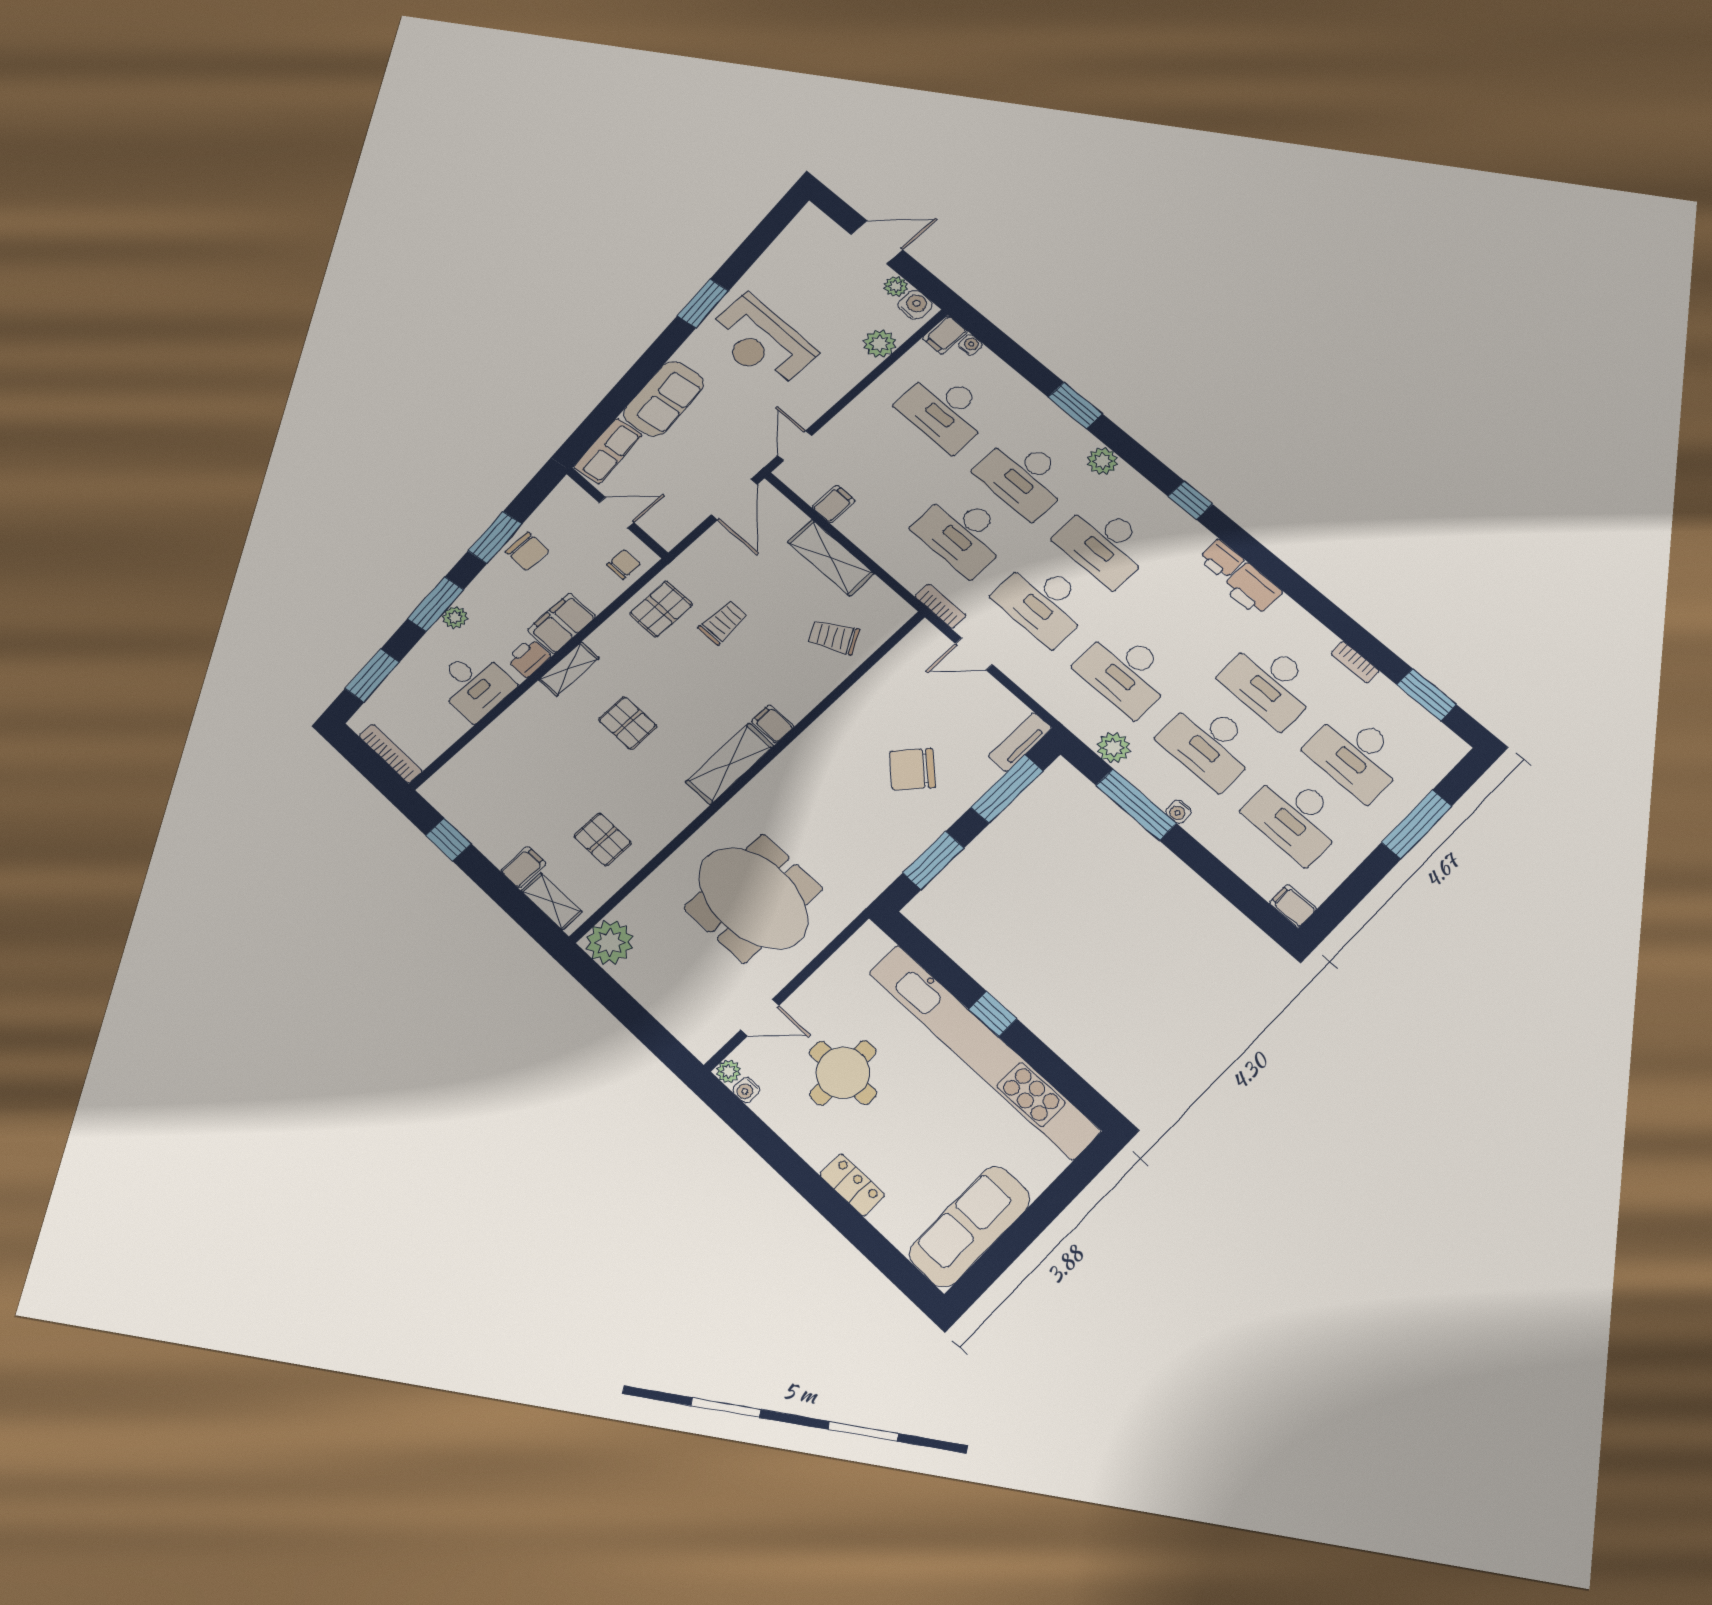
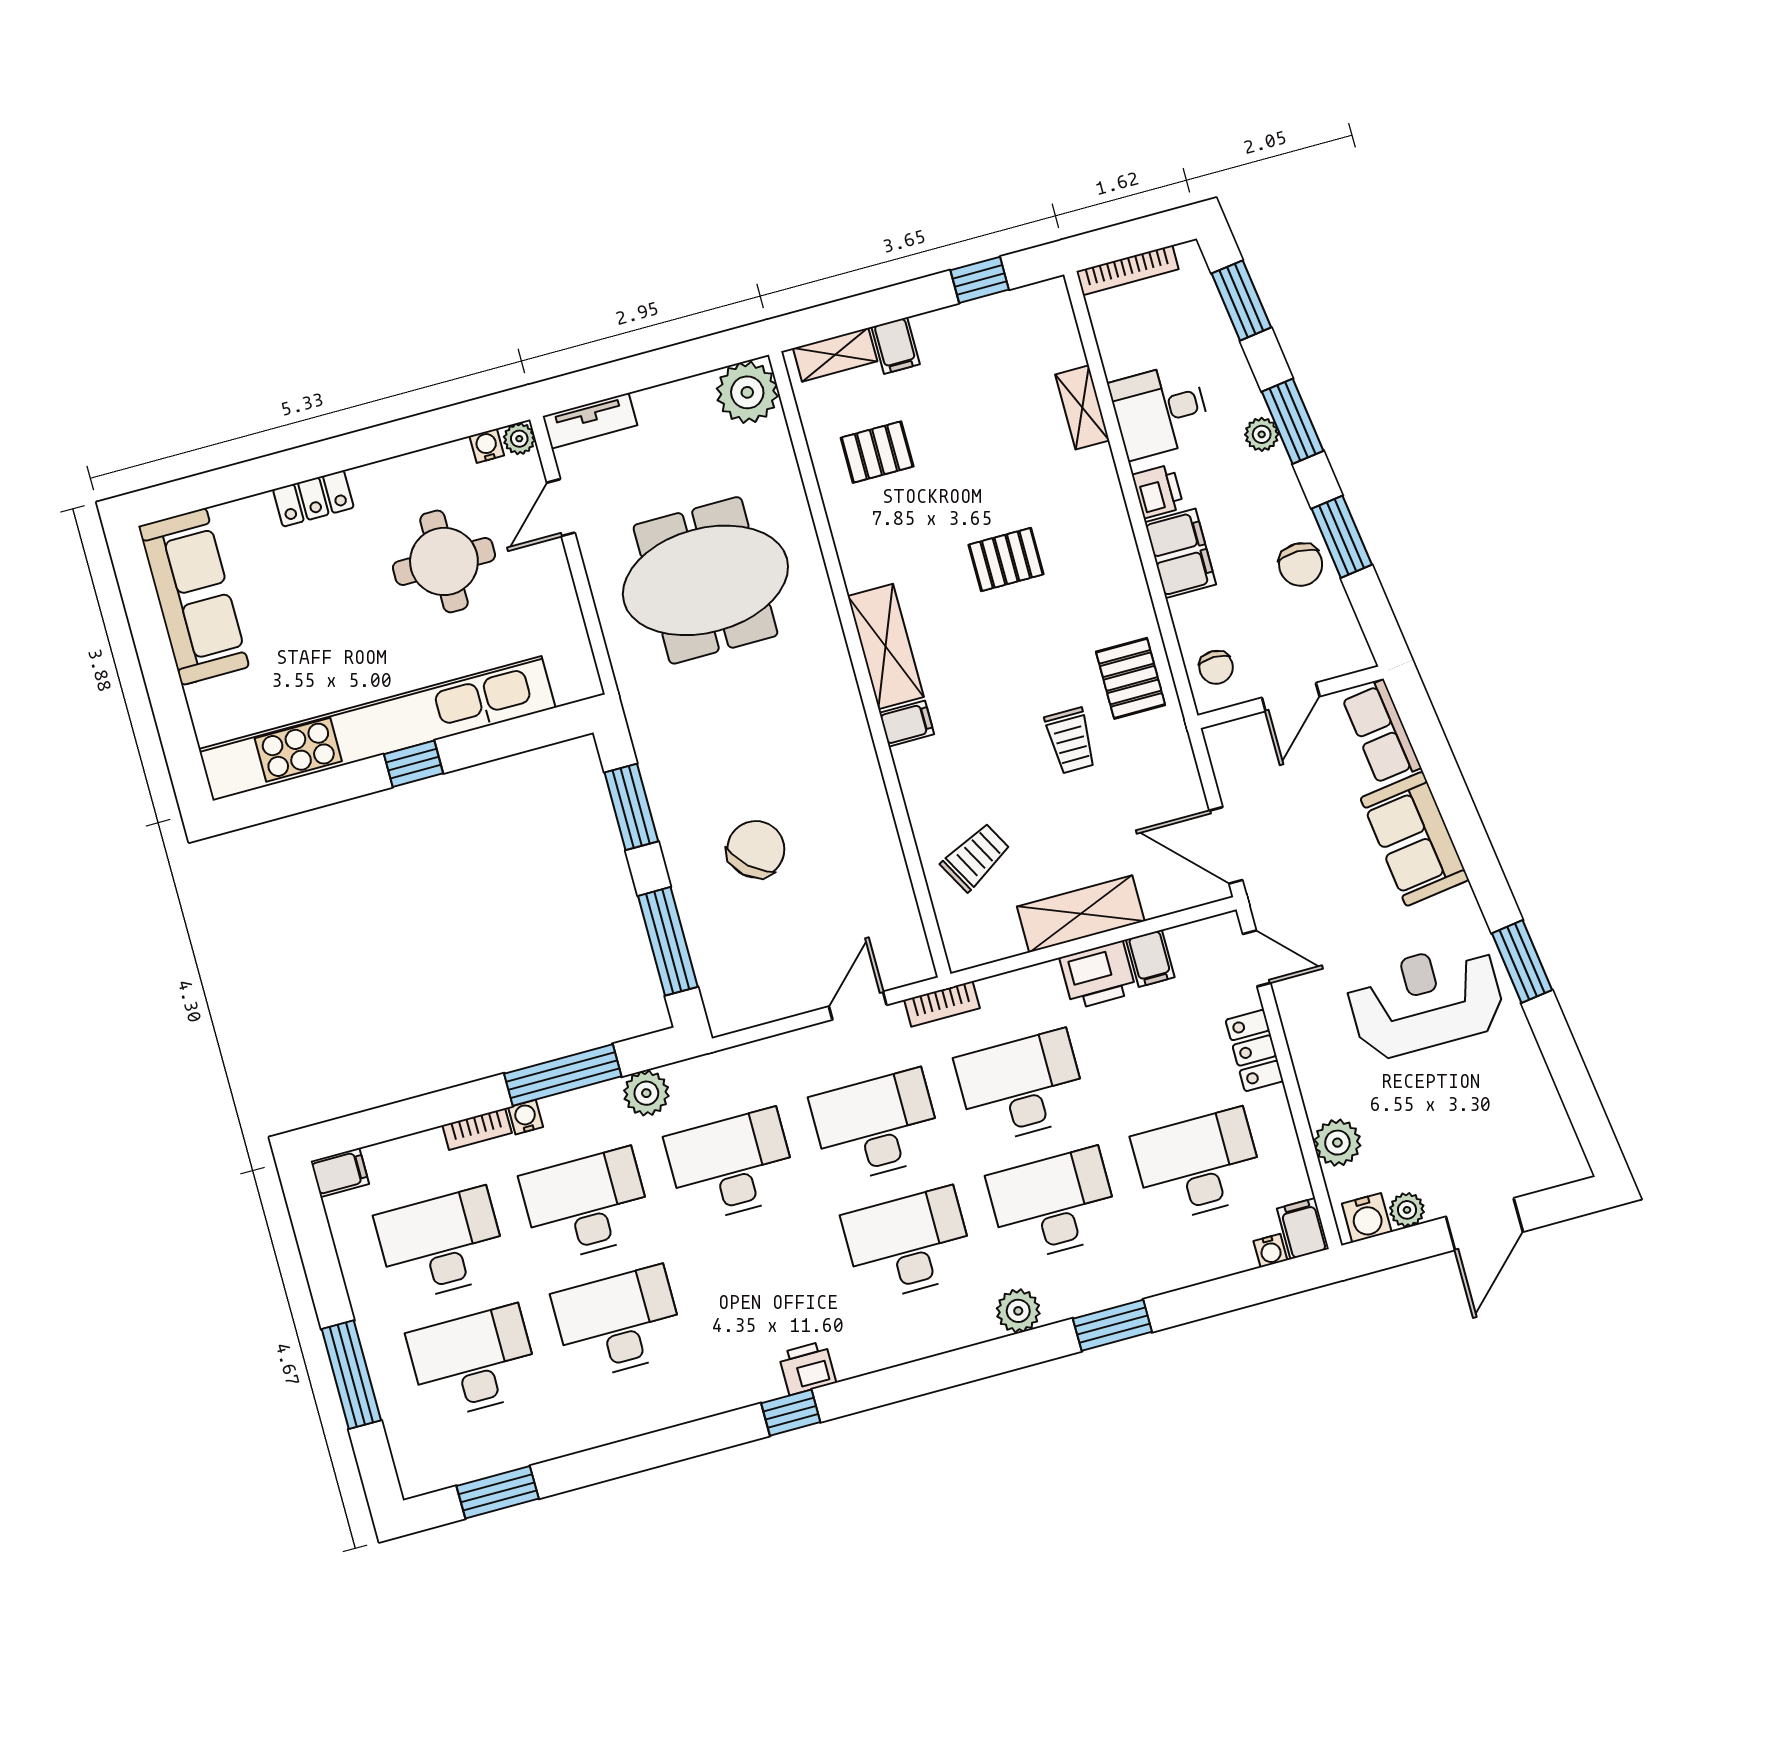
locker: (853, 417) -> (1254, 1050), added
window: (1190, 500) -> (791, 1413), moved
chair: (527, 551) -> (1301, 565), turned -90
printer: (1252, 589) -> (1098, 975), moved, turned 180
bookcase: (1355, 662) -> (477, 1129), moved, turned 180
shelving: (569, 669) -> (1082, 407), moved
tv unit: (1020, 742) -> (590, 421), moved, turned 90

